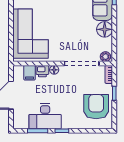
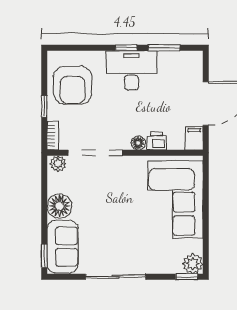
filing cabinet: (30, 73) -> (194, 138), moved
desk: (45, 116) -> (132, 70), moved

